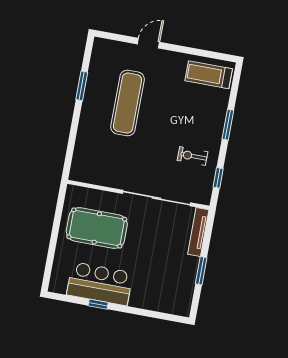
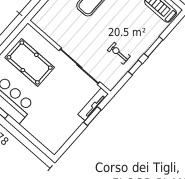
window: (218, 178) -> (135, 68), moved
window: (201, 271) -> (92, 116), moved

